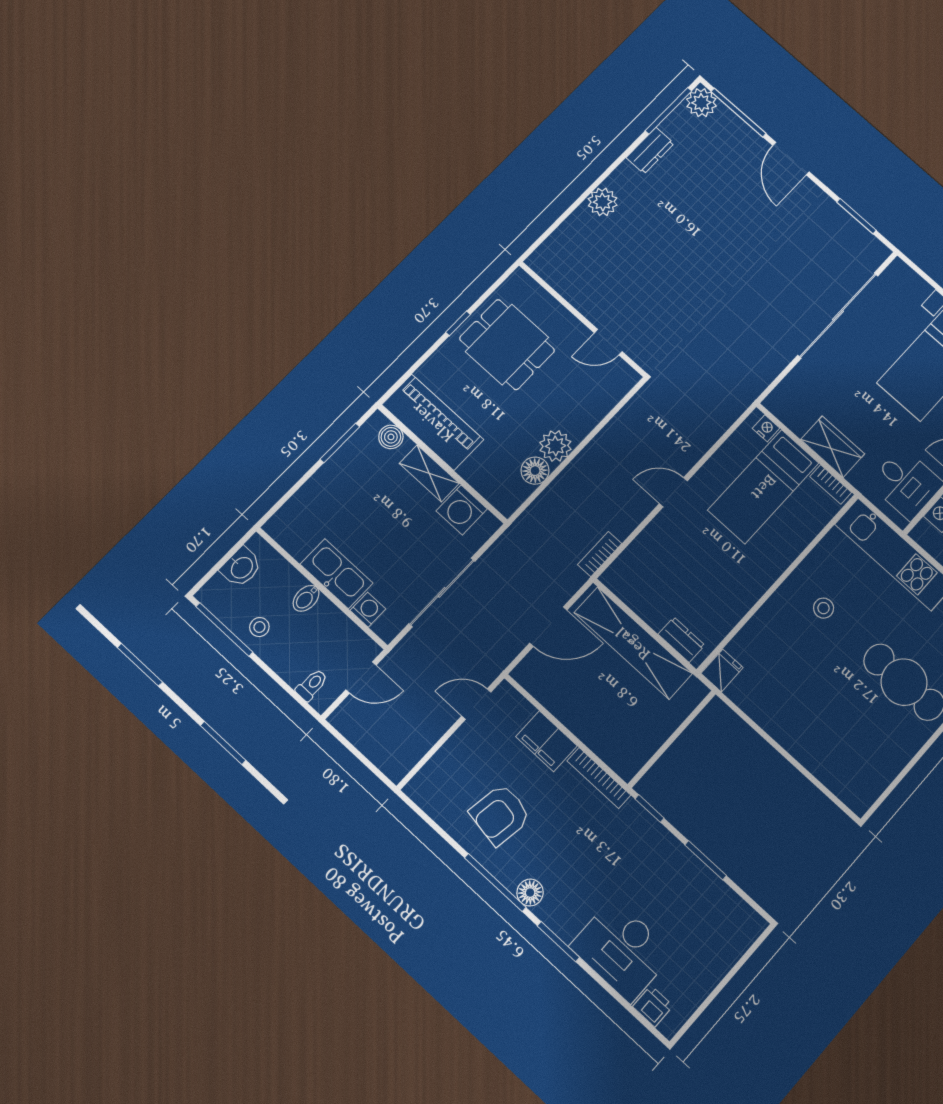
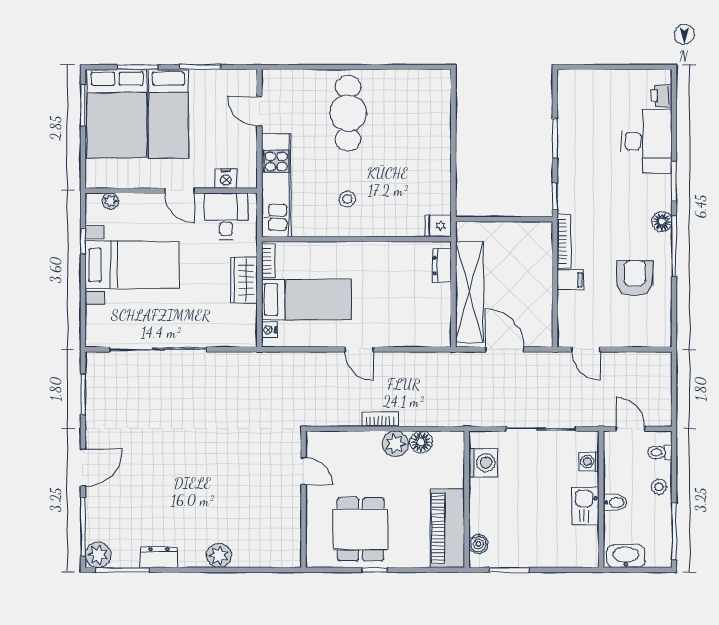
shelving: (429, 473) -> (479, 502), removed
bookcase: (600, 554) -> (380, 419), moved, turned 180
washbasin: (241, 567) -> (626, 556), width x1.38
kitchen sink: (337, 574) -> (585, 506), width x0.73
stool: (259, 627) -> (659, 487), moved
filing cabinet: (546, 741) -> (570, 280), width x0.50
armchair: (500, 815) -> (635, 278), turned -99

